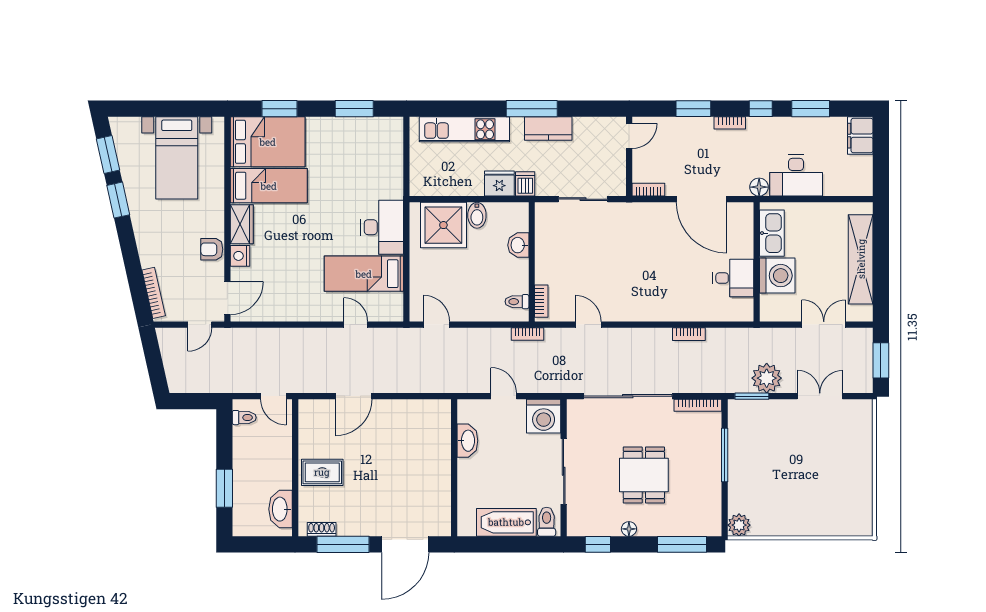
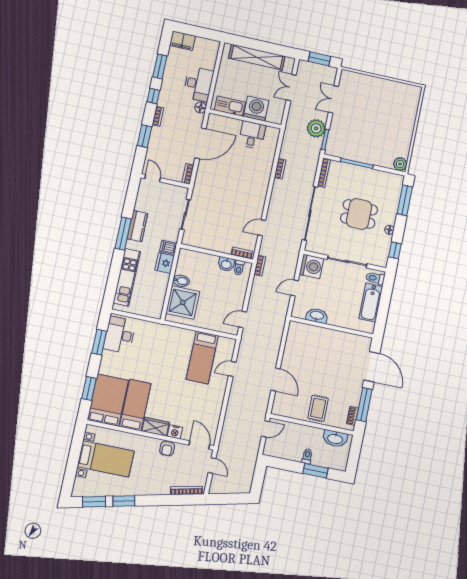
desk: (382, 227) -> (120, 335), moved, turned -90
washbasin: (518, 245) -> (226, 264), moved
toilet: (244, 418) -> (307, 456), moved

